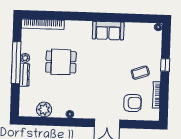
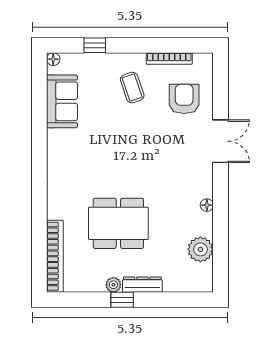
sofa: (108, 31) -> (62, 101), moved
dining table: (61, 62) -> (118, 223), width x1.38
window: (16, 63) -> (122, 300), width x0.32
window: (165, 65) -> (95, 45), moved

